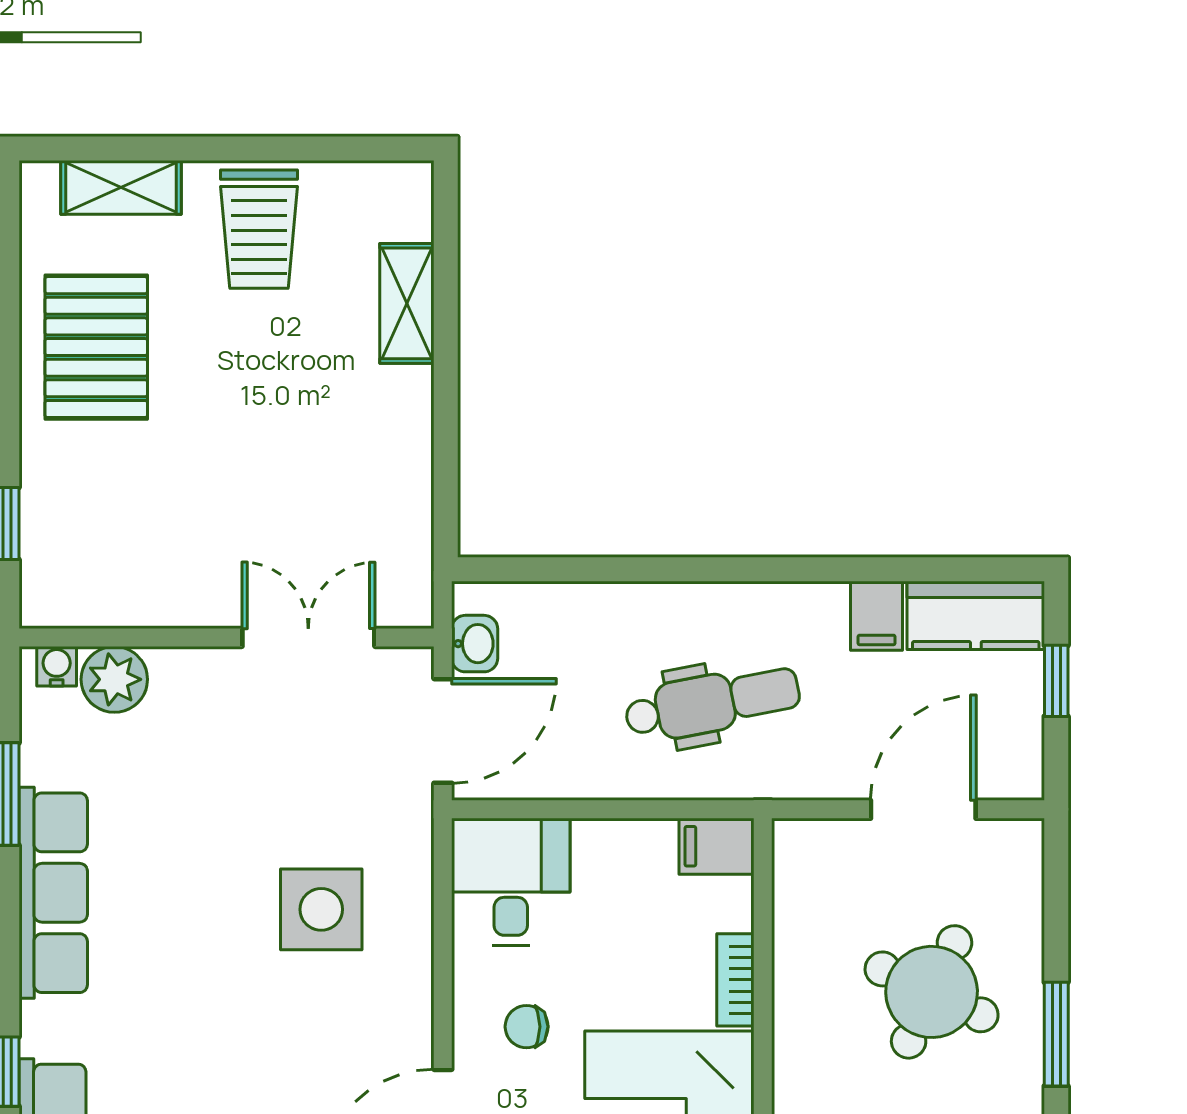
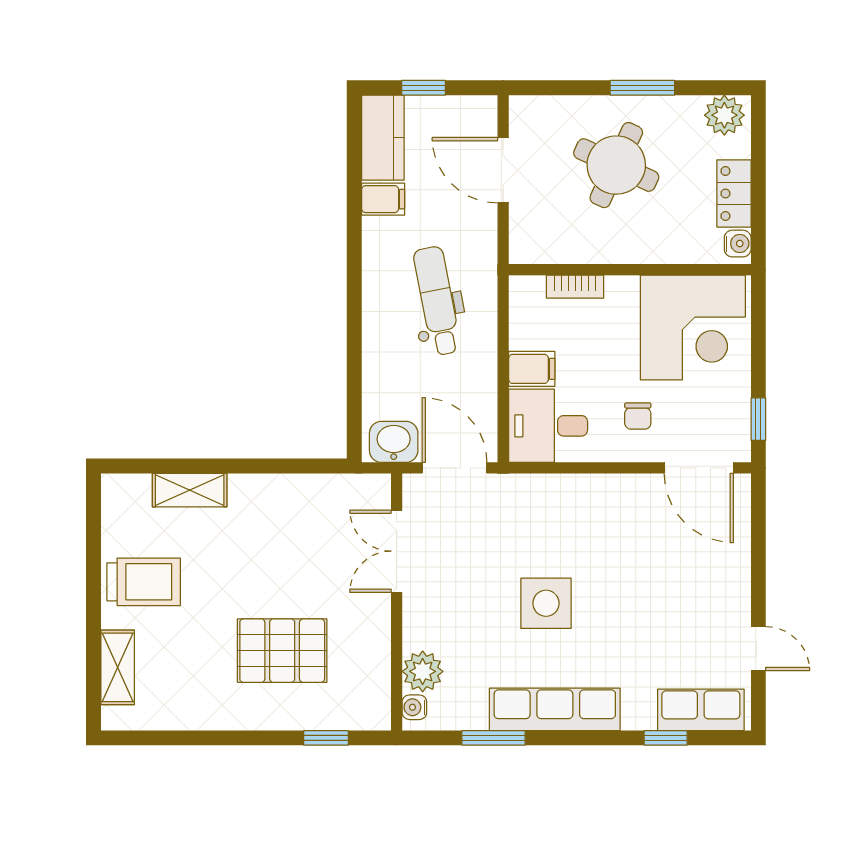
pallet: (96, 347) -> (282, 651), moved
washbasin: (475, 644) -> (394, 442), width x1.38, depth x1.45
filing cabinet: (717, 846) -> (532, 369), moved, turned -90
side table: (321, 909) -> (546, 603), moved
bookcase: (735, 980) -> (575, 287), moved

